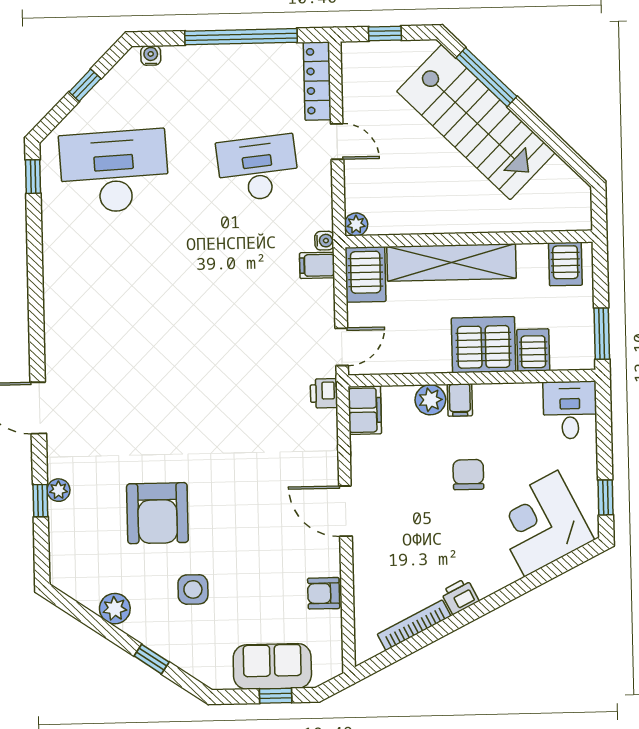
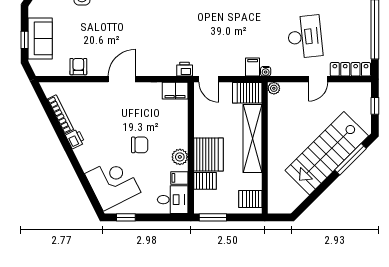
plant: (430, 400) -> (180, 157), moved
filing cabinet: (460, 400) -> (179, 178), moved

